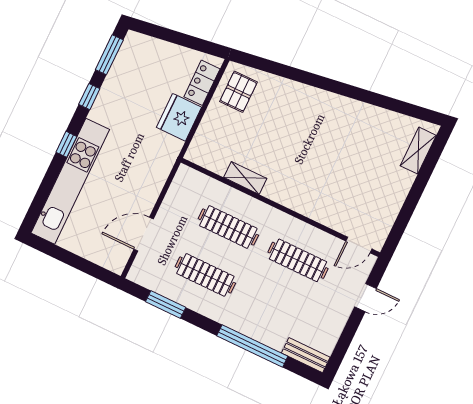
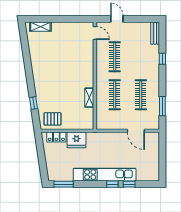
window: (284, 71) -> (34, 103), added
window: (89, 97) -> (129, 184), moved
kitchen unit: (70, 181) -> (105, 175), moved
window: (252, 346) -> (162, 59), width x0.32

